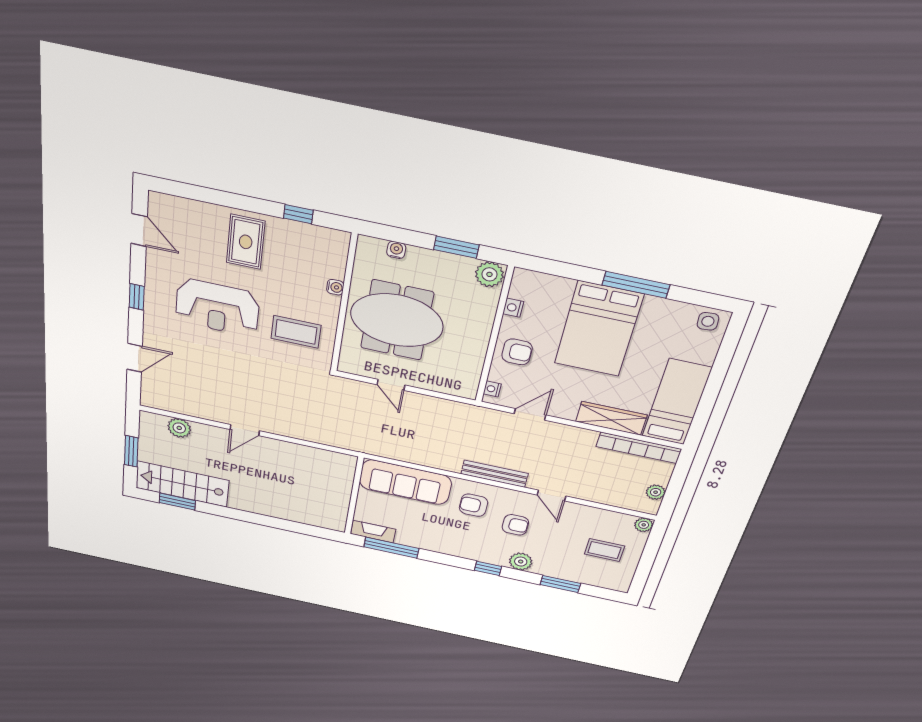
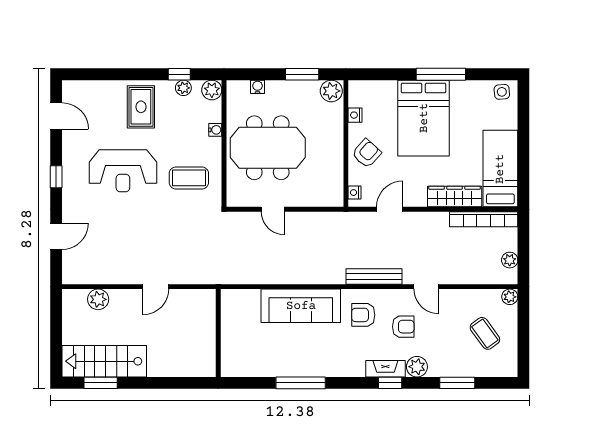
plant: (302, 231) -> (183, 88), added
plant: (337, 241) -> (212, 90), added
armchair: (517, 352) -> (367, 153), turned -48
window: (131, 451) -> (56, 336), removed
wall: (354, 496) -> (218, 333), moved
fireplace: (373, 532) -> (385, 369), moved
coffee table: (604, 550) -> (485, 333), turned 54

